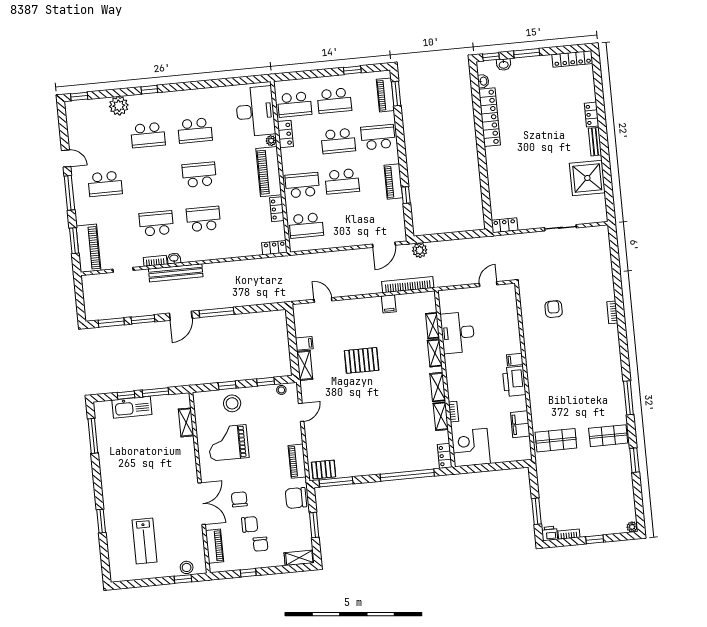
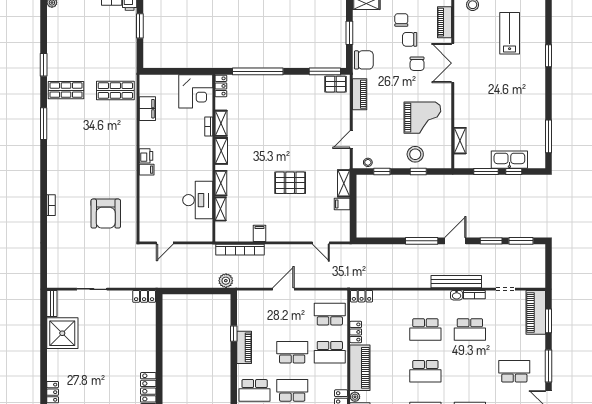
bench: (595, 142) -> (52, 304), moved
door: (384, 245) -> (283, 289), moved
armchair: (554, 309) -> (106, 214), width x1.88, depth x1.88
printer: (514, 381) -> (146, 156), width x0.53, depth x0.68

